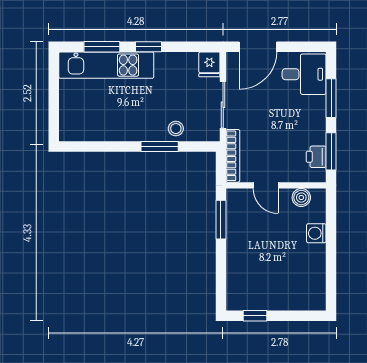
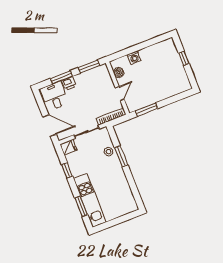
window: (149, 47) -> (67, 170), moved
printer: (316, 157) -> (69, 83), moved
window: (255, 316) -> (184, 58), moved

